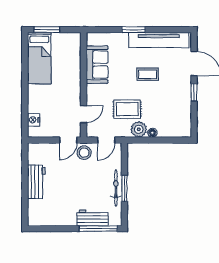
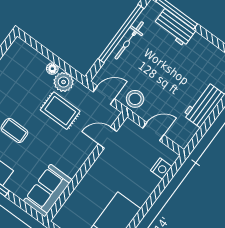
sofa: (97, 65) -> (48, 190), moved
door: (68, 140) -> (153, 132), moved
window: (124, 188) -> (121, 34), width x2.11

